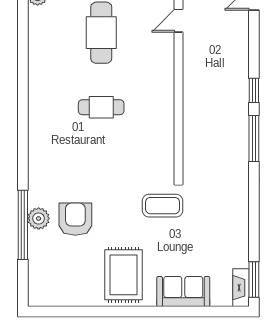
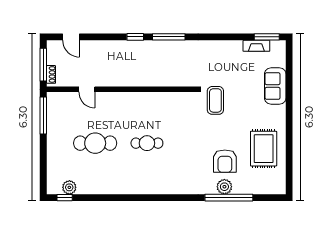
cafe table: (101, 107) -> (147, 143), turned 90
armchair: (75, 219) -> (225, 161), turned -90
rug: (123, 275) -> (264, 149), moved, turned 90
fireplace: (241, 288) -> (256, 46), moved

